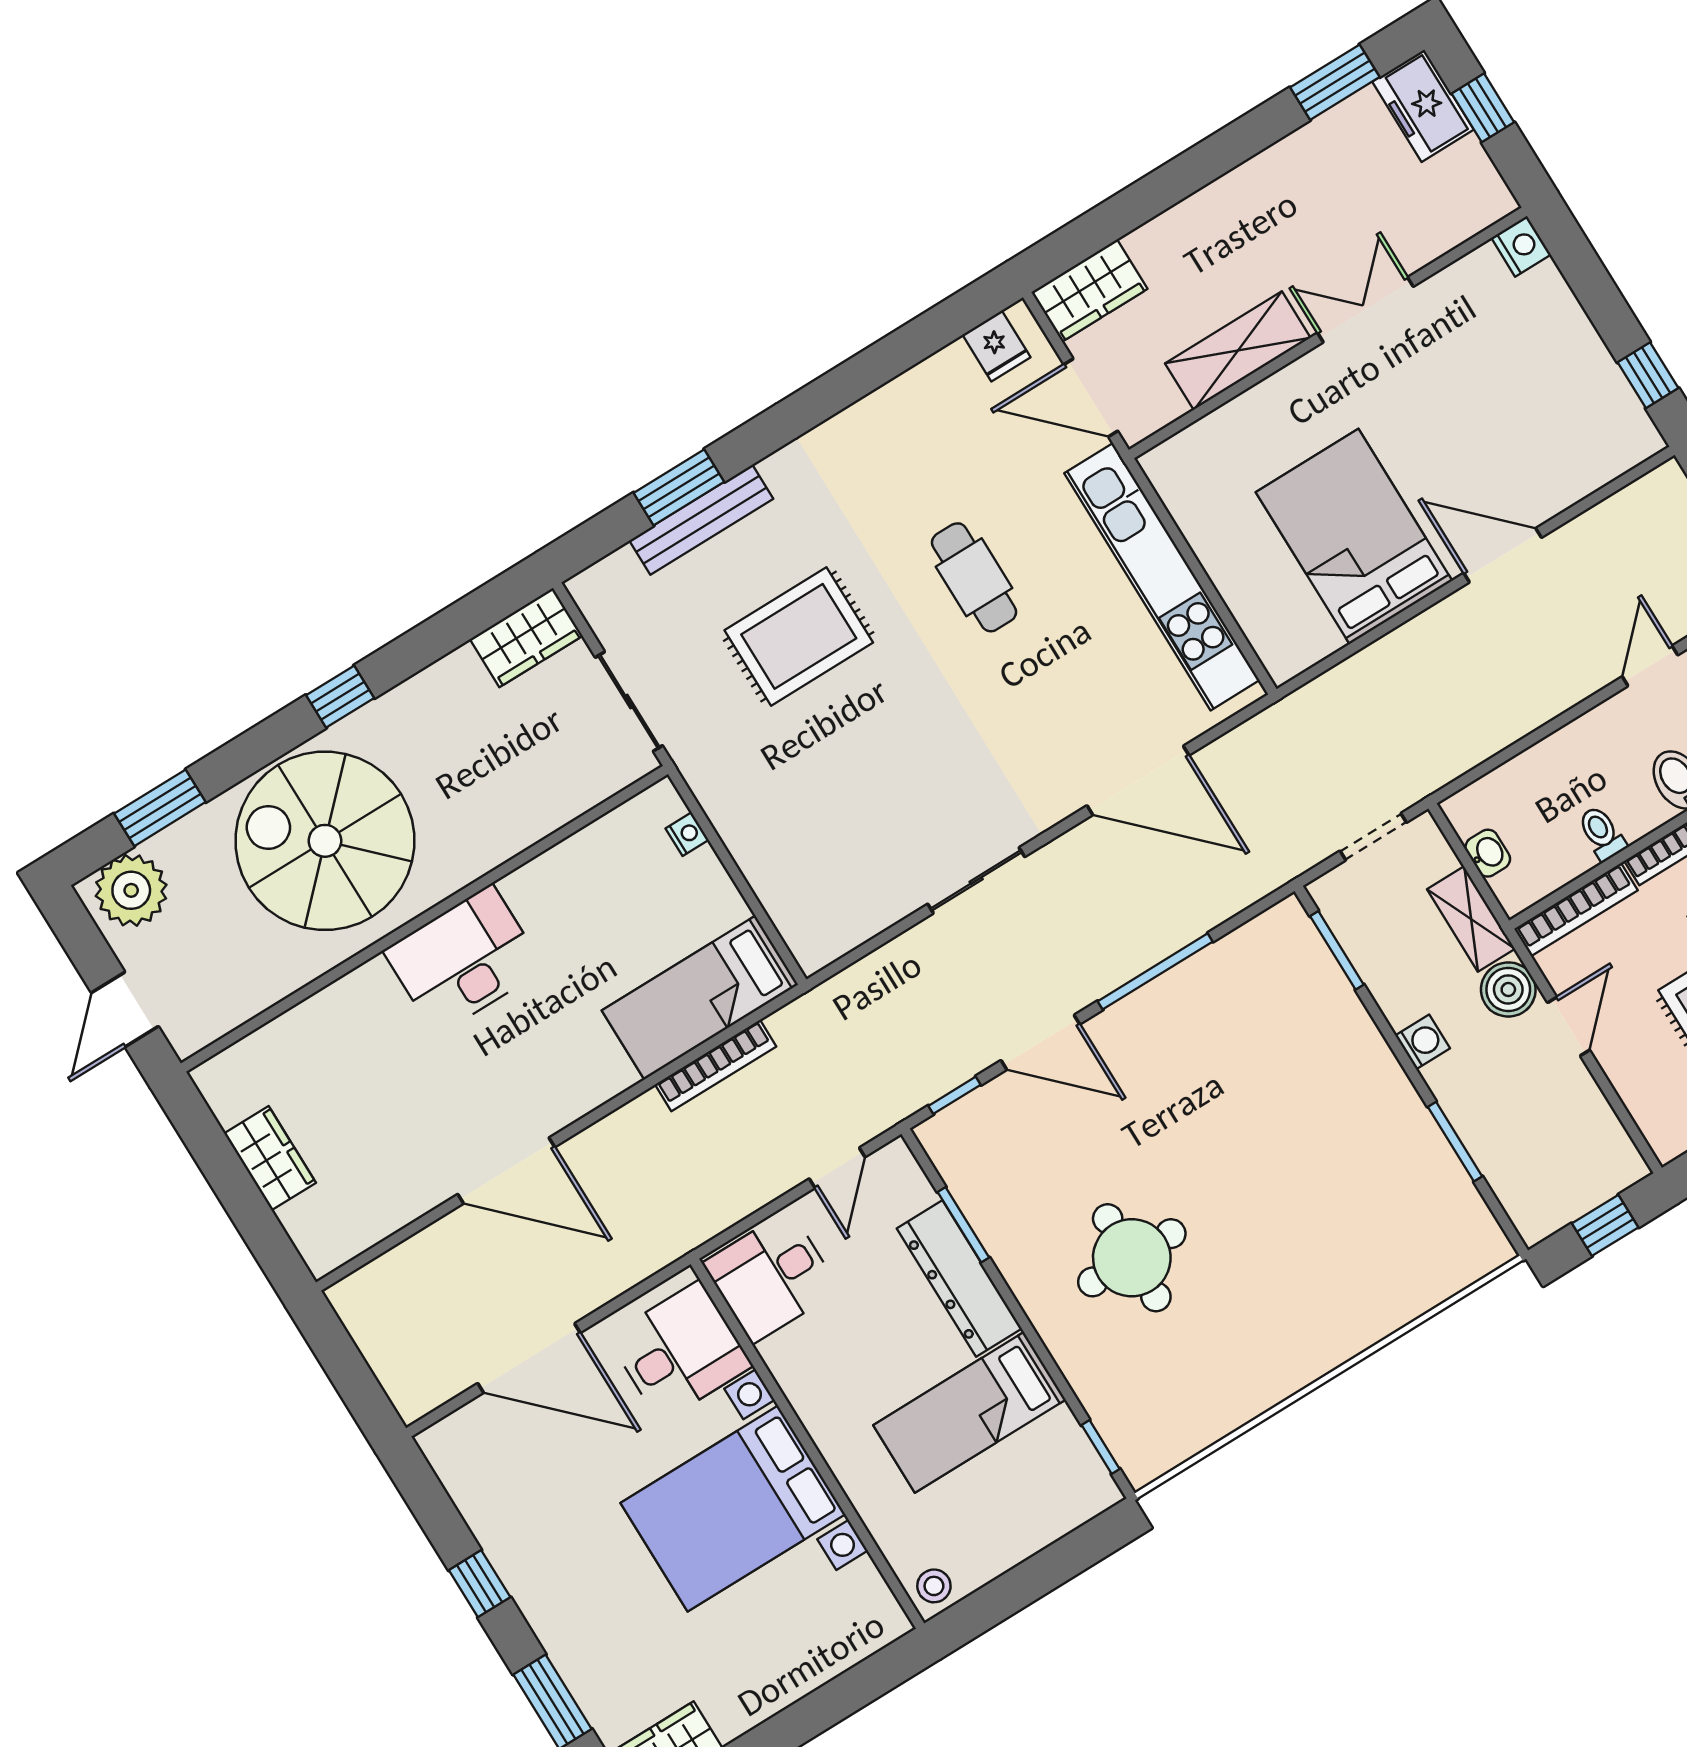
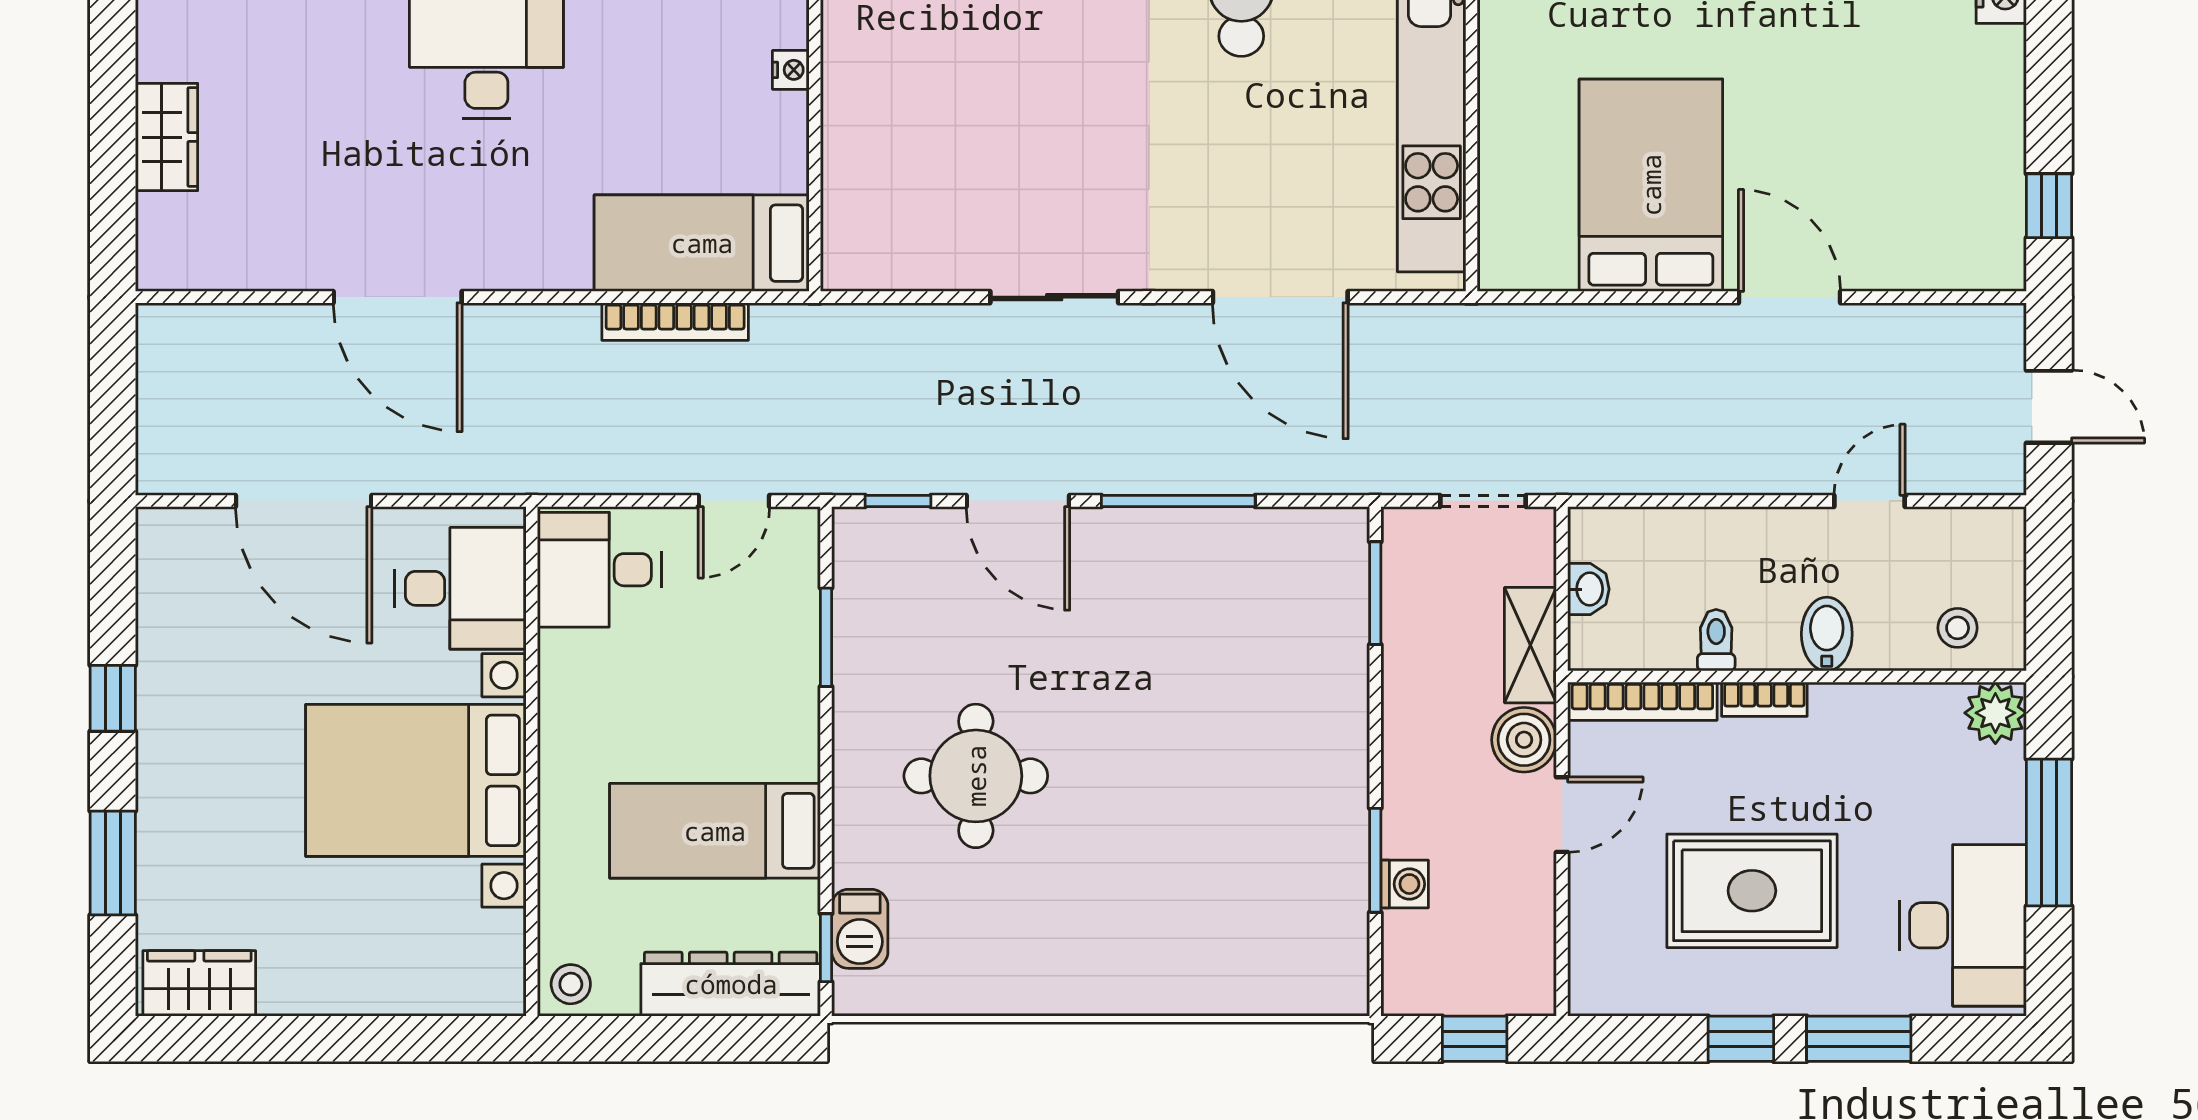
washing machine: (1423, 1042) -> (1405, 884), moved
dresser: (959, 1278) -> (731, 984), moved, turned 90
barbecue: (1116, 1419) -> (860, 929), added

